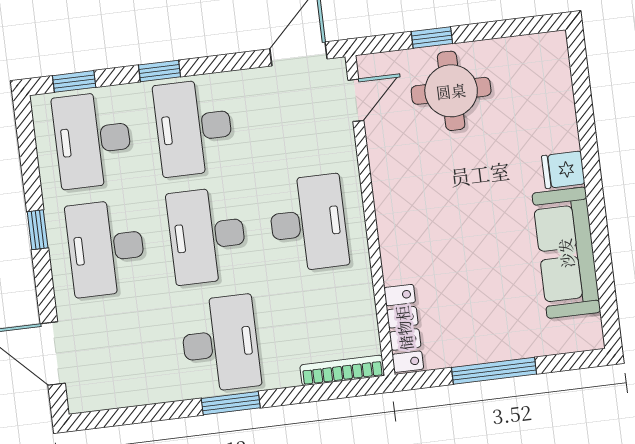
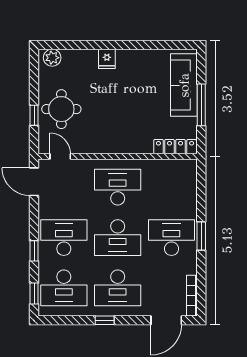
plant: (552, 60) -> (52, 58), added
desk: (194, 127) -> (64, 238), turned 180
sofa: (566, 253) -> (184, 85), moved, turned 90
bookcase: (342, 370) -> (192, 296), moved

